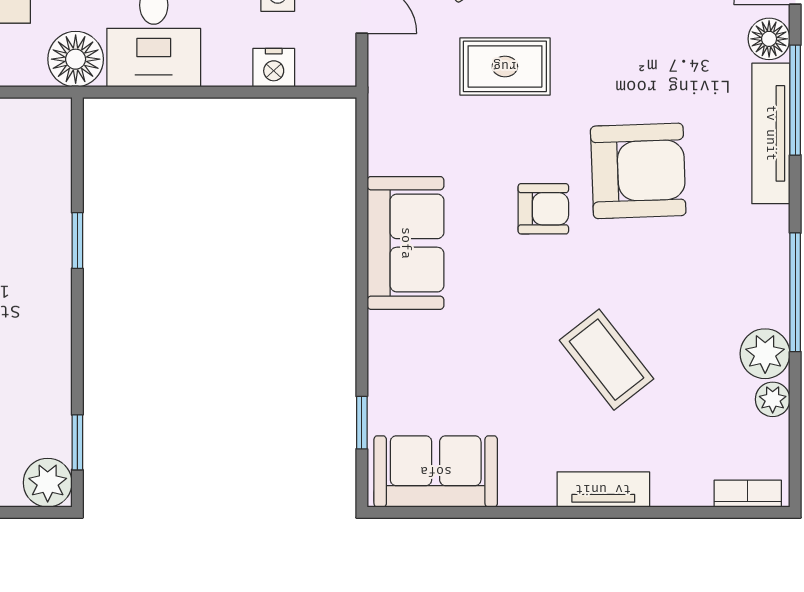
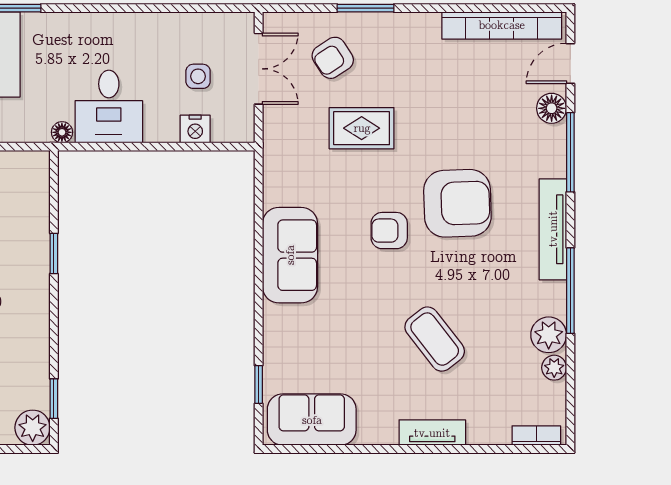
floor lamp: (76, 59) -> (62, 132), width x0.53, depth x0.53
tv unit: (771, 133) -> (553, 229), moved
armchair: (543, 209) -> (389, 231), turned 180

